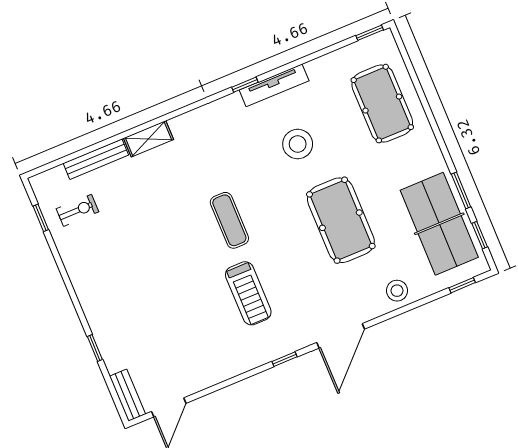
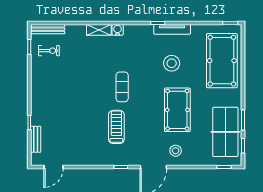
pool table: (382, 104) -> (222, 61), width x1.36, depth x1.32
water cooler: (181, 125) -> (118, 30), added
bench: (96, 159) -> (48, 29), moved
stool: (397, 291) -> (176, 151), moved
treadmill: (248, 293) -> (116, 127), turned 180
bench: (127, 395) -> (36, 139), moved

